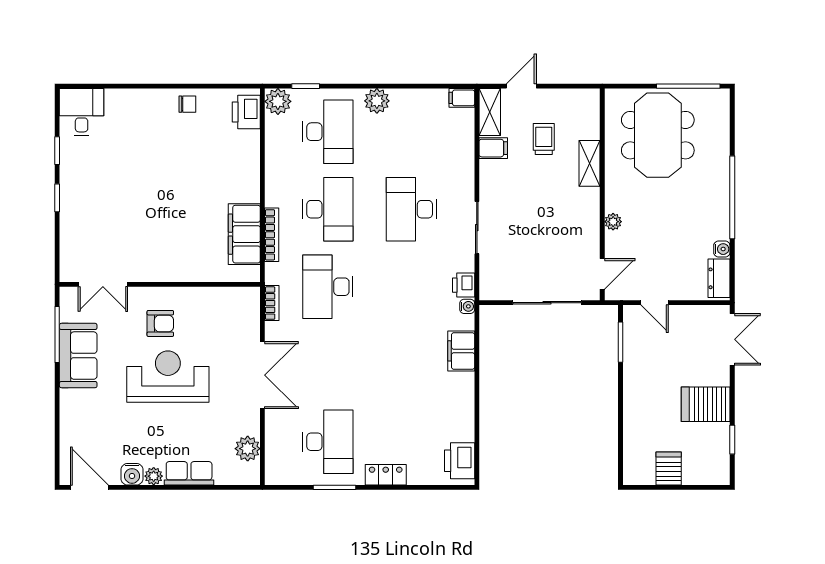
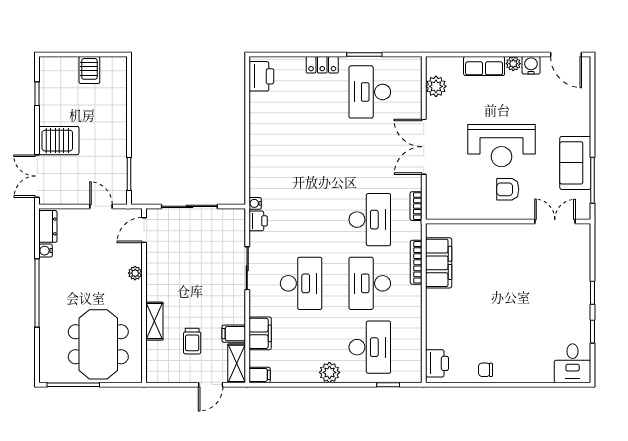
plant: (278, 101) -> (411, 372), removed
desk: (328, 132) -> (370, 347), turned 180
filing cabinet: (461, 351) -> (260, 333), moved
server rack: (706, 404) -> (59, 141), moved

